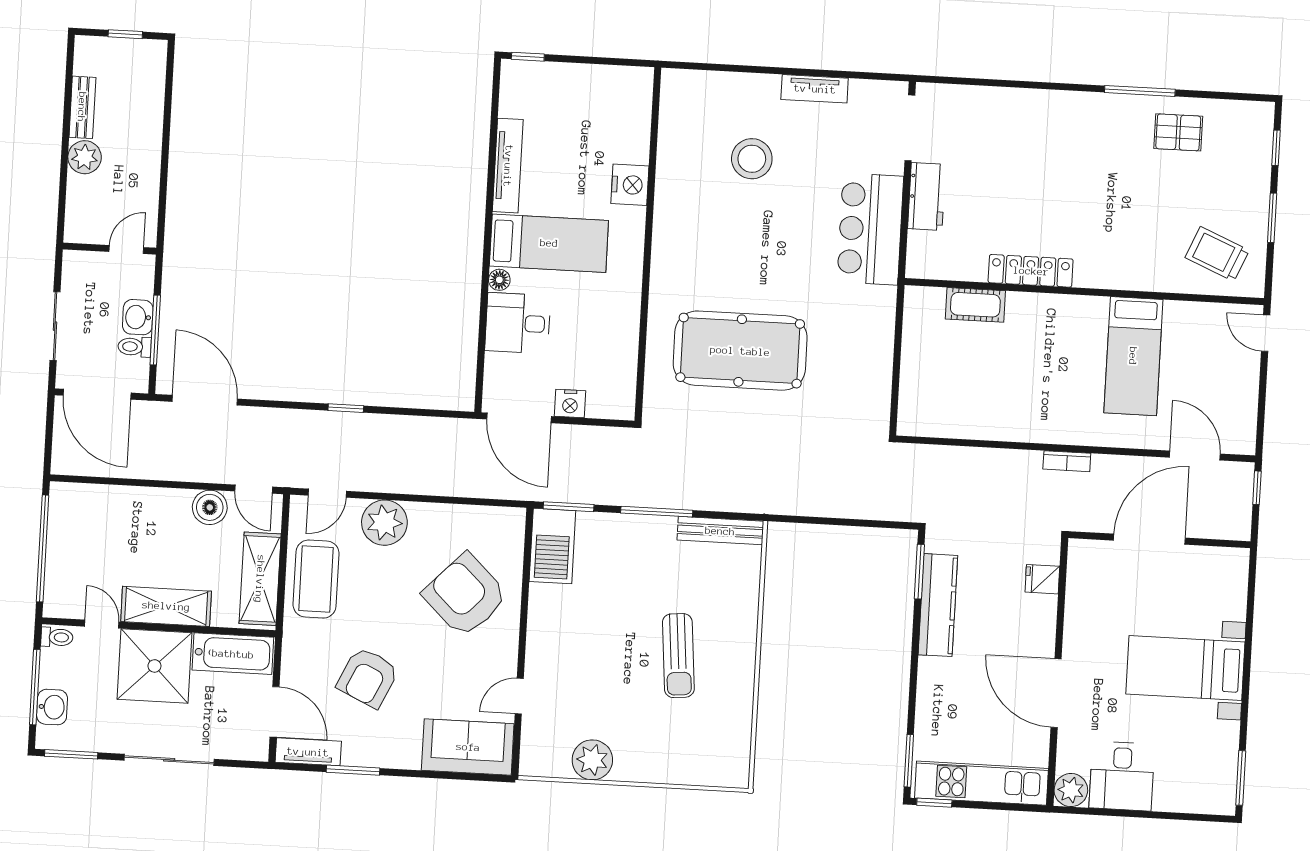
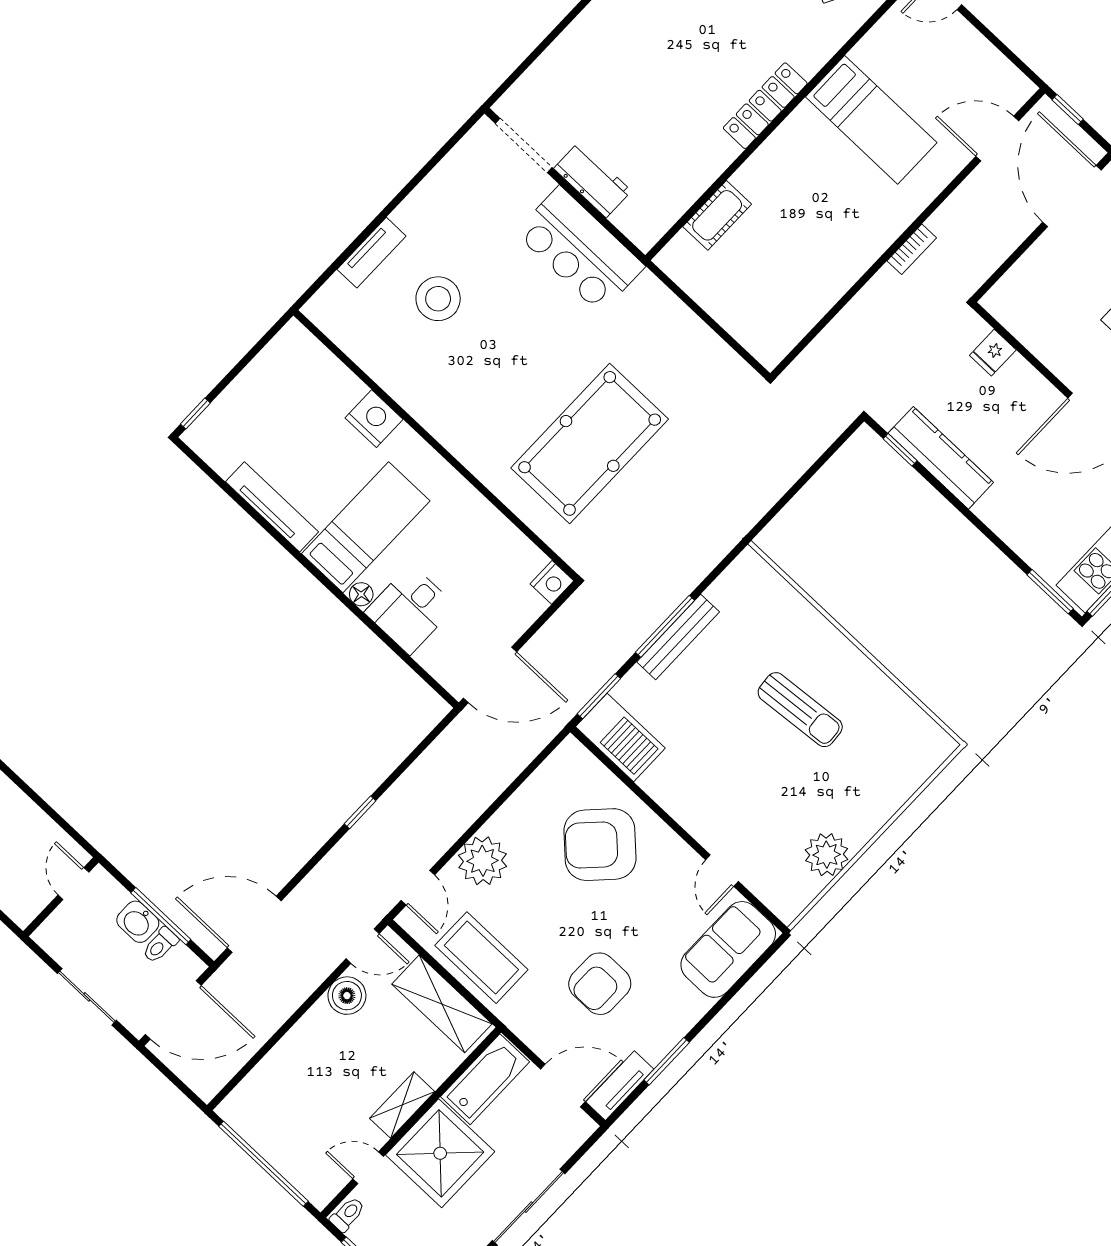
tv unit: (815, 89) -> (372, 253), moved
locker: (1031, 271) -> (765, 106), moved
nightstand: (570, 403) -> (552, 582), moved
bench: (720, 531) -> (678, 637), moved
door: (1149, 539) -> (1072, 196), moved
window: (919, 572) -> (900, 450), width x0.67
shelving: (166, 606) -> (402, 1105), width x0.67, depth x0.75
armchair: (368, 677) -> (600, 984), turned 65

